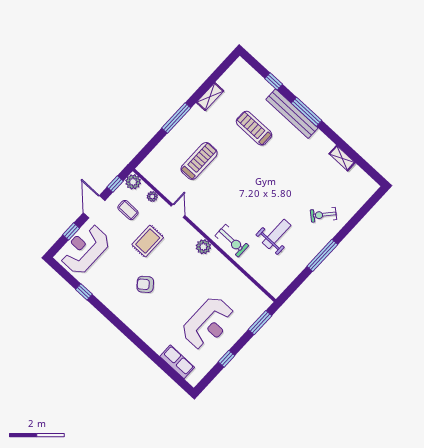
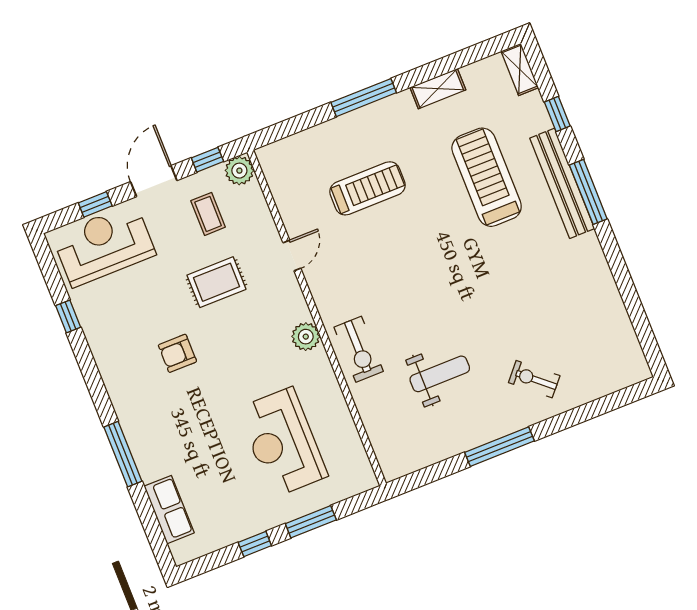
treadmill: (254, 128) -> (487, 177), width x1.37, depth x1.38
shelving: (342, 158) -> (520, 69), moved
plant: (152, 196) -> (260, 211), removed
armchair: (145, 284) -> (177, 353), turned -51
reception desk: (208, 323) -> (282, 442), moved, turned 90
window: (260, 323) -> (311, 522), moved
window: (142, 346) -> (123, 454), added

